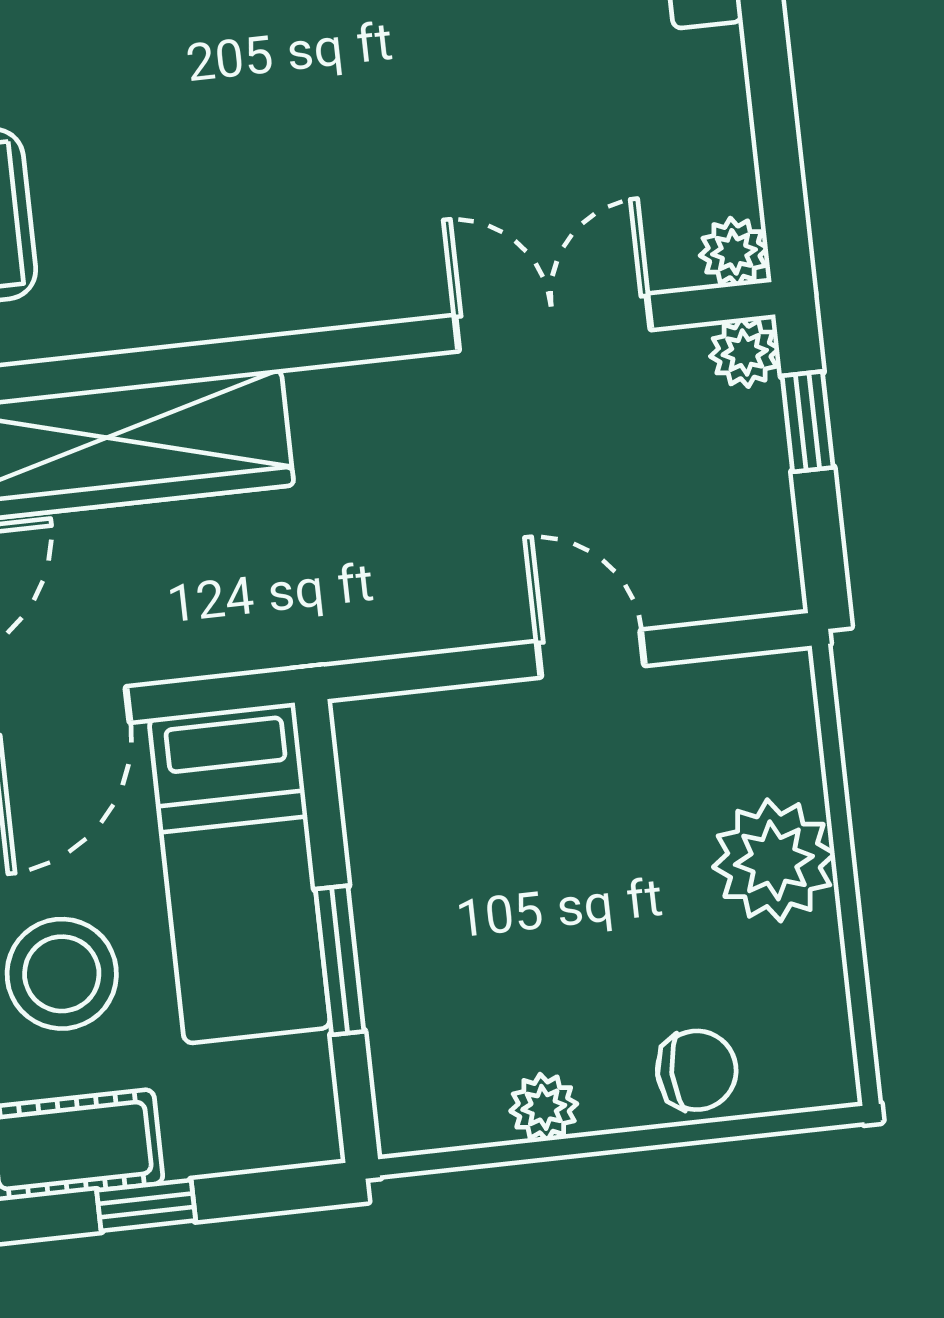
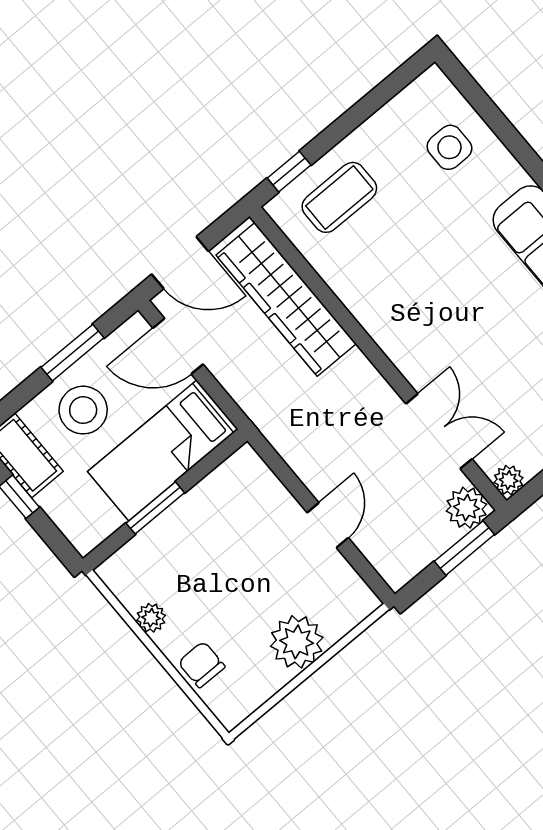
plant: (745, 352) -> (467, 508), width x1.38, depth x1.38
window: (808, 422) -> (464, 548), width x1.50
chair: (697, 1070) -> (202, 665), turned 180

